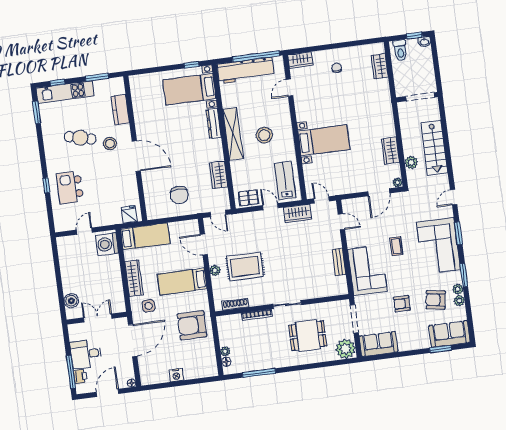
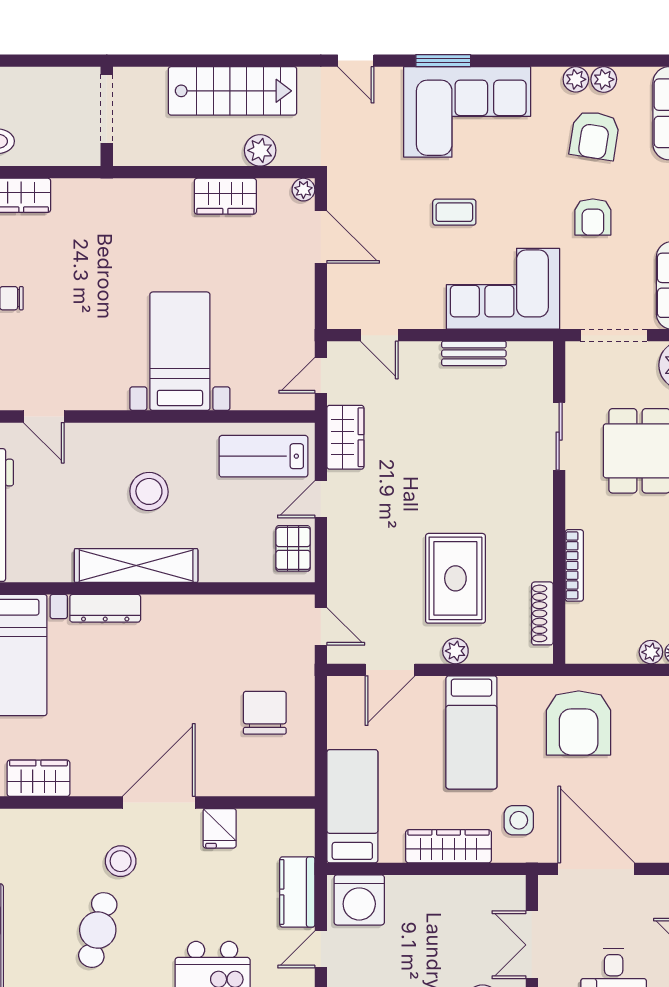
kitchen counter: (120, 110) -> (297, 892), moved, turned 90
wardrobe: (219, 175) -> (38, 778), moved, turned 180
chair: (179, 195) -> (265, 713), turned -90
fridge: (129, 214) -> (220, 828), moved, turned -90
door: (218, 214) -> (321, 626), hinge flipped
door: (341, 222) -> (379, 335), swing flipped
door: (84, 231) -> (321, 949), hinge flipped
window: (464, 275) -> (544, 61), removed
sliding door: (287, 305) -> (559, 436), moved

